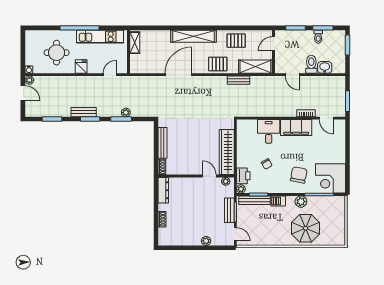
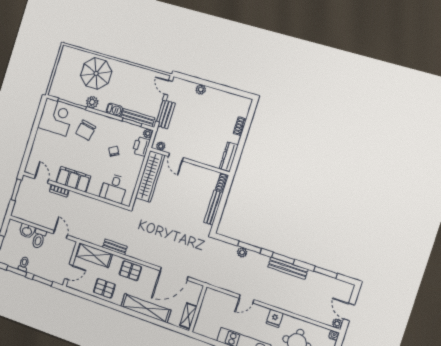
shelving: (135, 43) -> (188, 316), moved
wall: (128, 52) -> (198, 309), moved
bench: (84, 112) -> (288, 268), width x1.36
desk: (269, 131) -> (114, 188), moved

